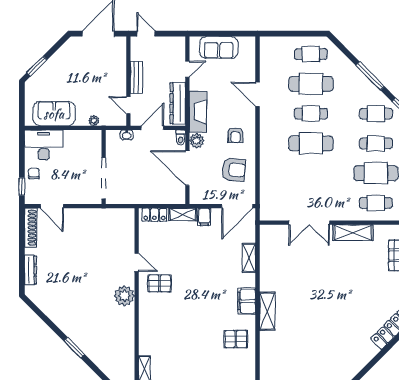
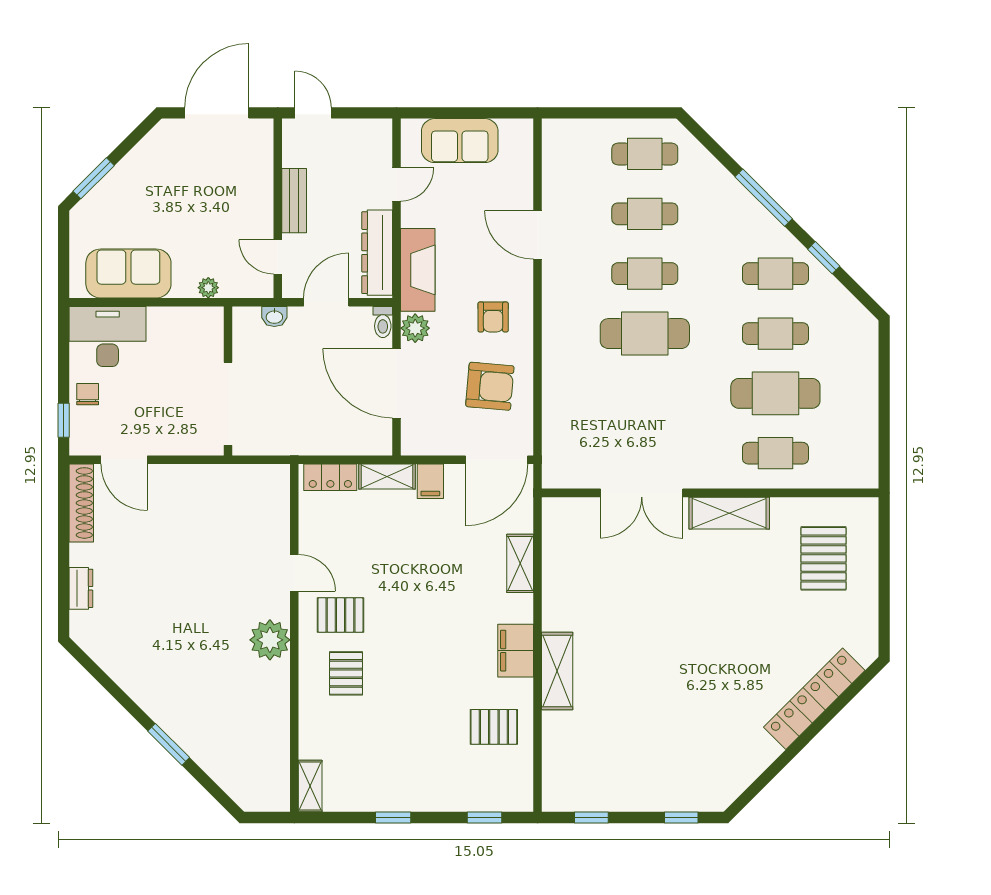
cafe table: (311, 84) -> (645, 214), width x0.73, depth x0.74
dresser: (30, 270) -> (81, 588), width x0.70
pallet: (162, 312) -> (346, 673), added

